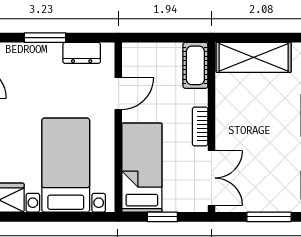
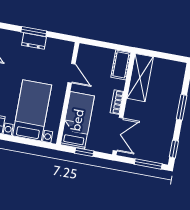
dresser: (82, 53) -> (34, 41), moved
shelving: (254, 57) -> (140, 78), moved, turned 90
door: (118, 94) -> (71, 73), hinge flipped

